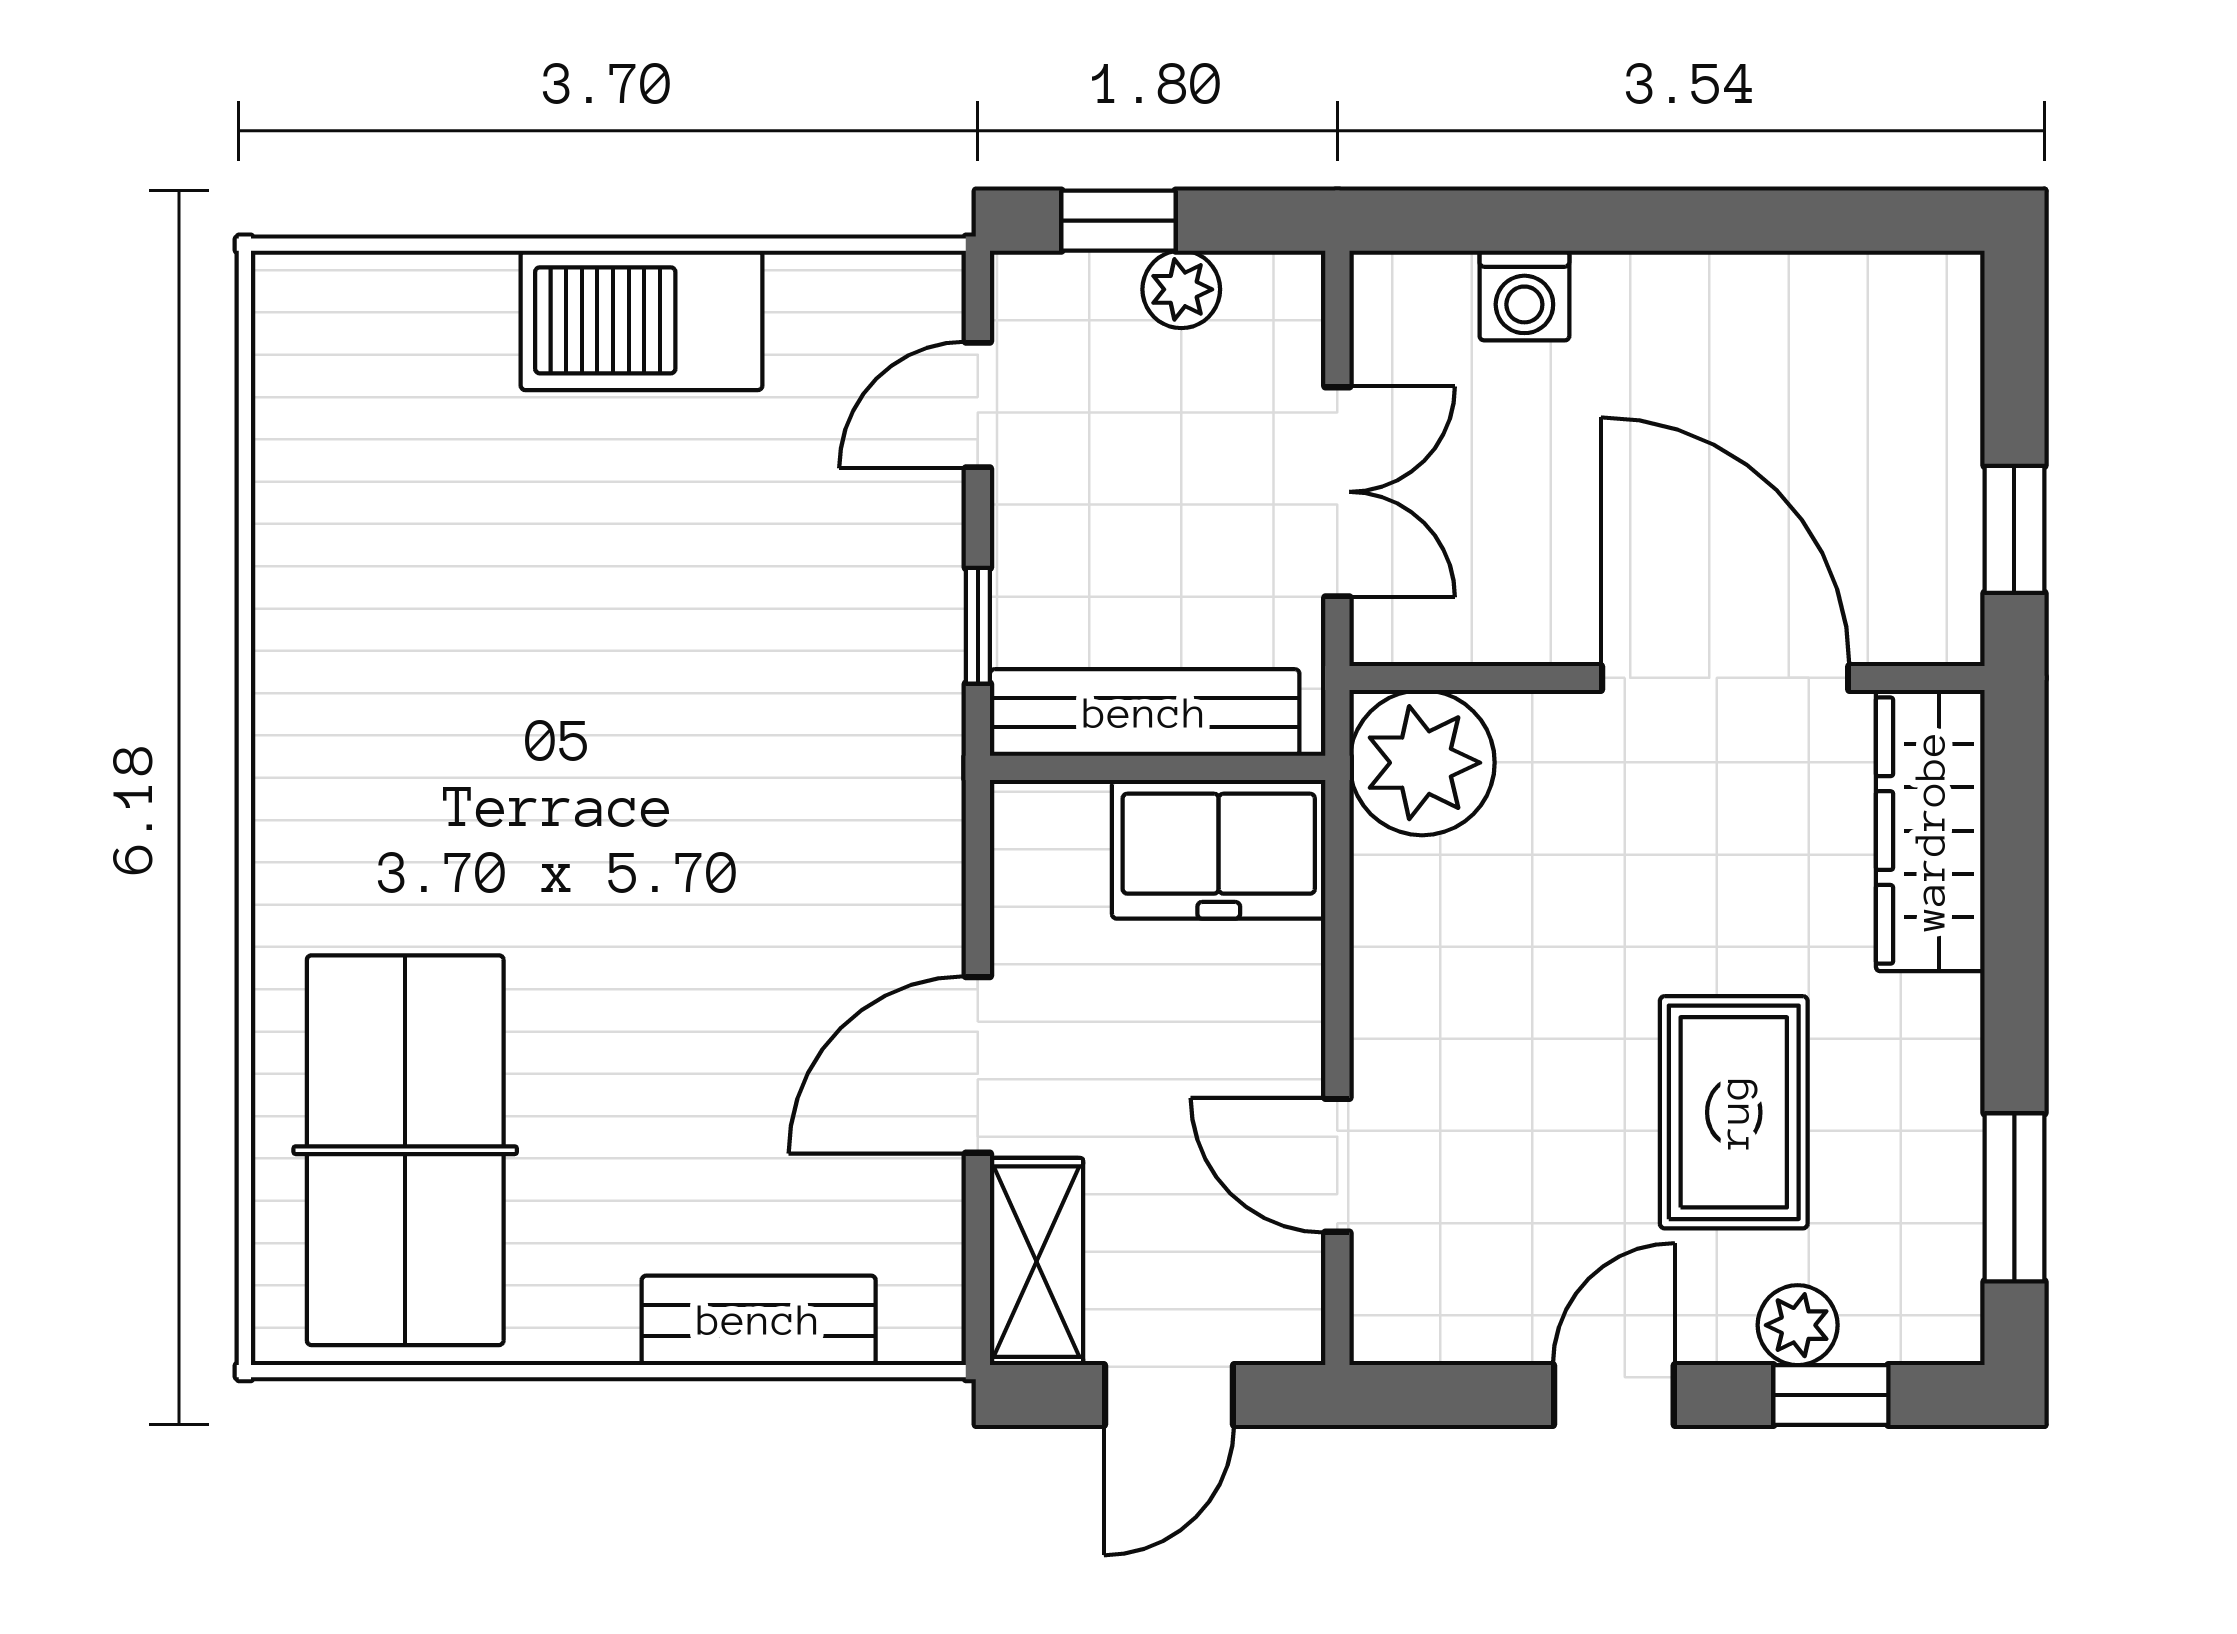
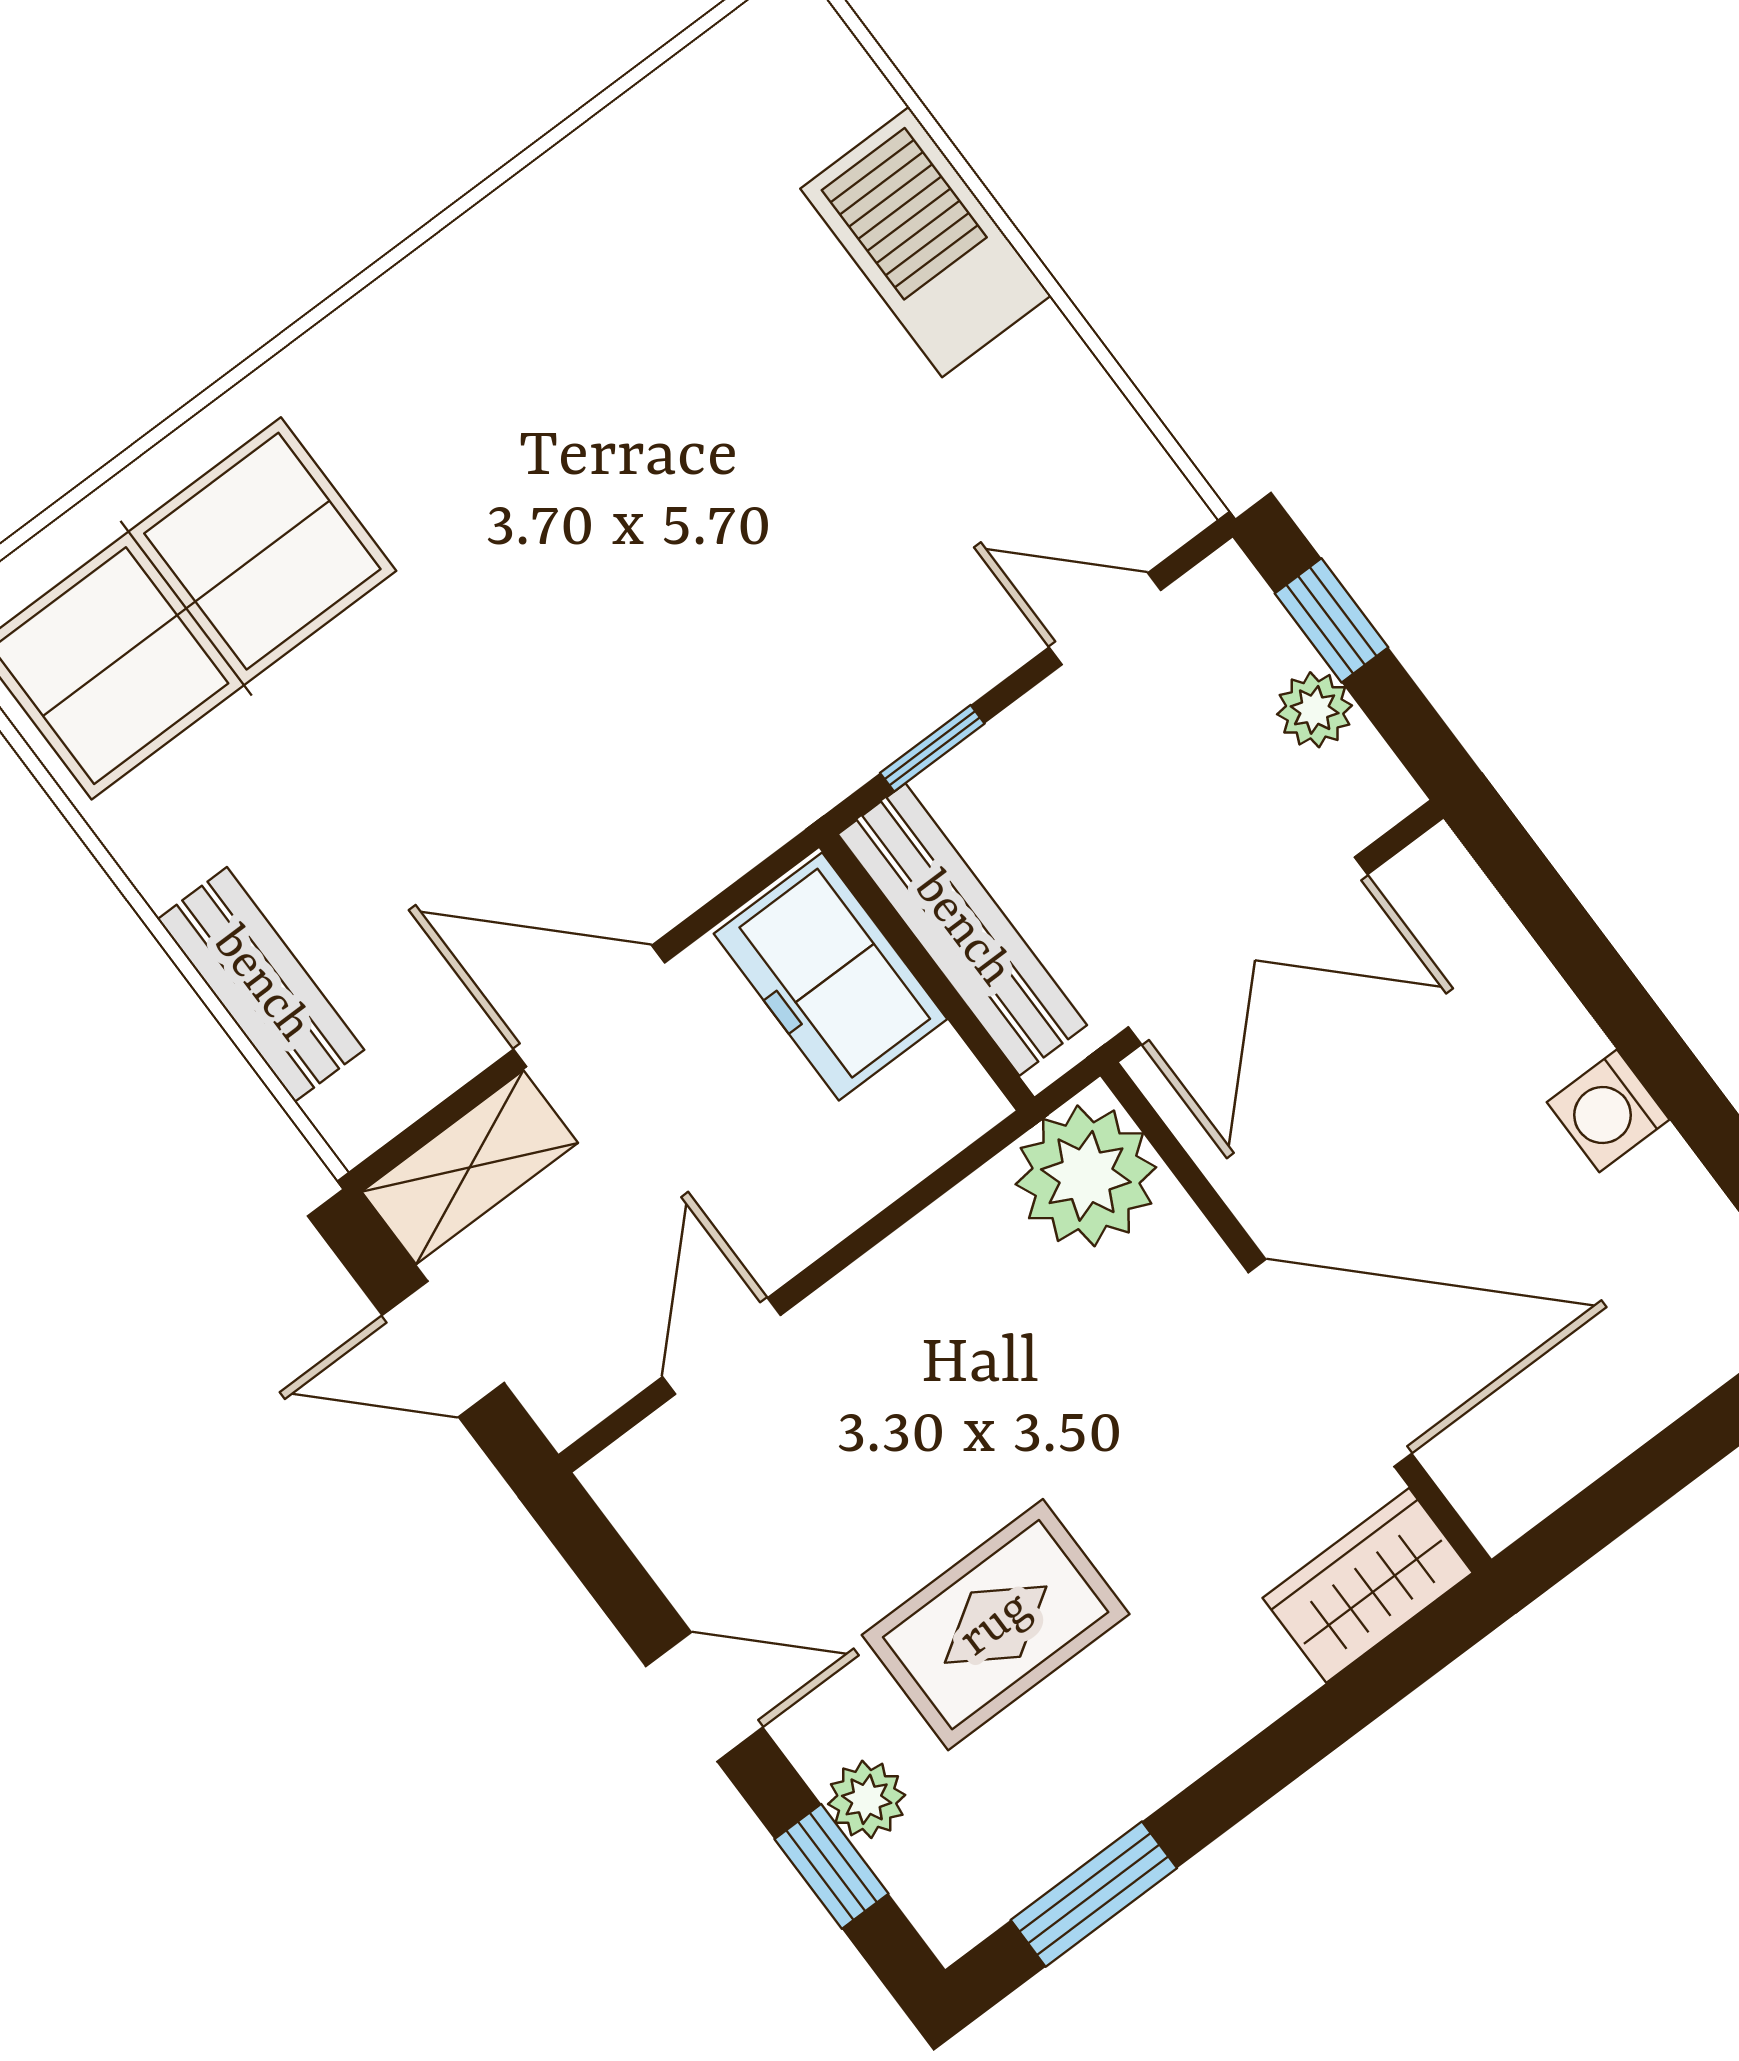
washing machine: (1524, 295) -> (1608, 1111), moved
barbecue: (642, 320) -> (926, 242), moved
double door: (1337, 492) -> (1248, 951), width x1.37
window: (2014, 529) -> (1616, 1502), removed
door: (1725, 678) -> (1330, 1363), hinge flipped
wardrobe: (1930, 831) -> (1368, 1585), width x0.67
freezer: (1219, 849) -> (830, 976), moved

